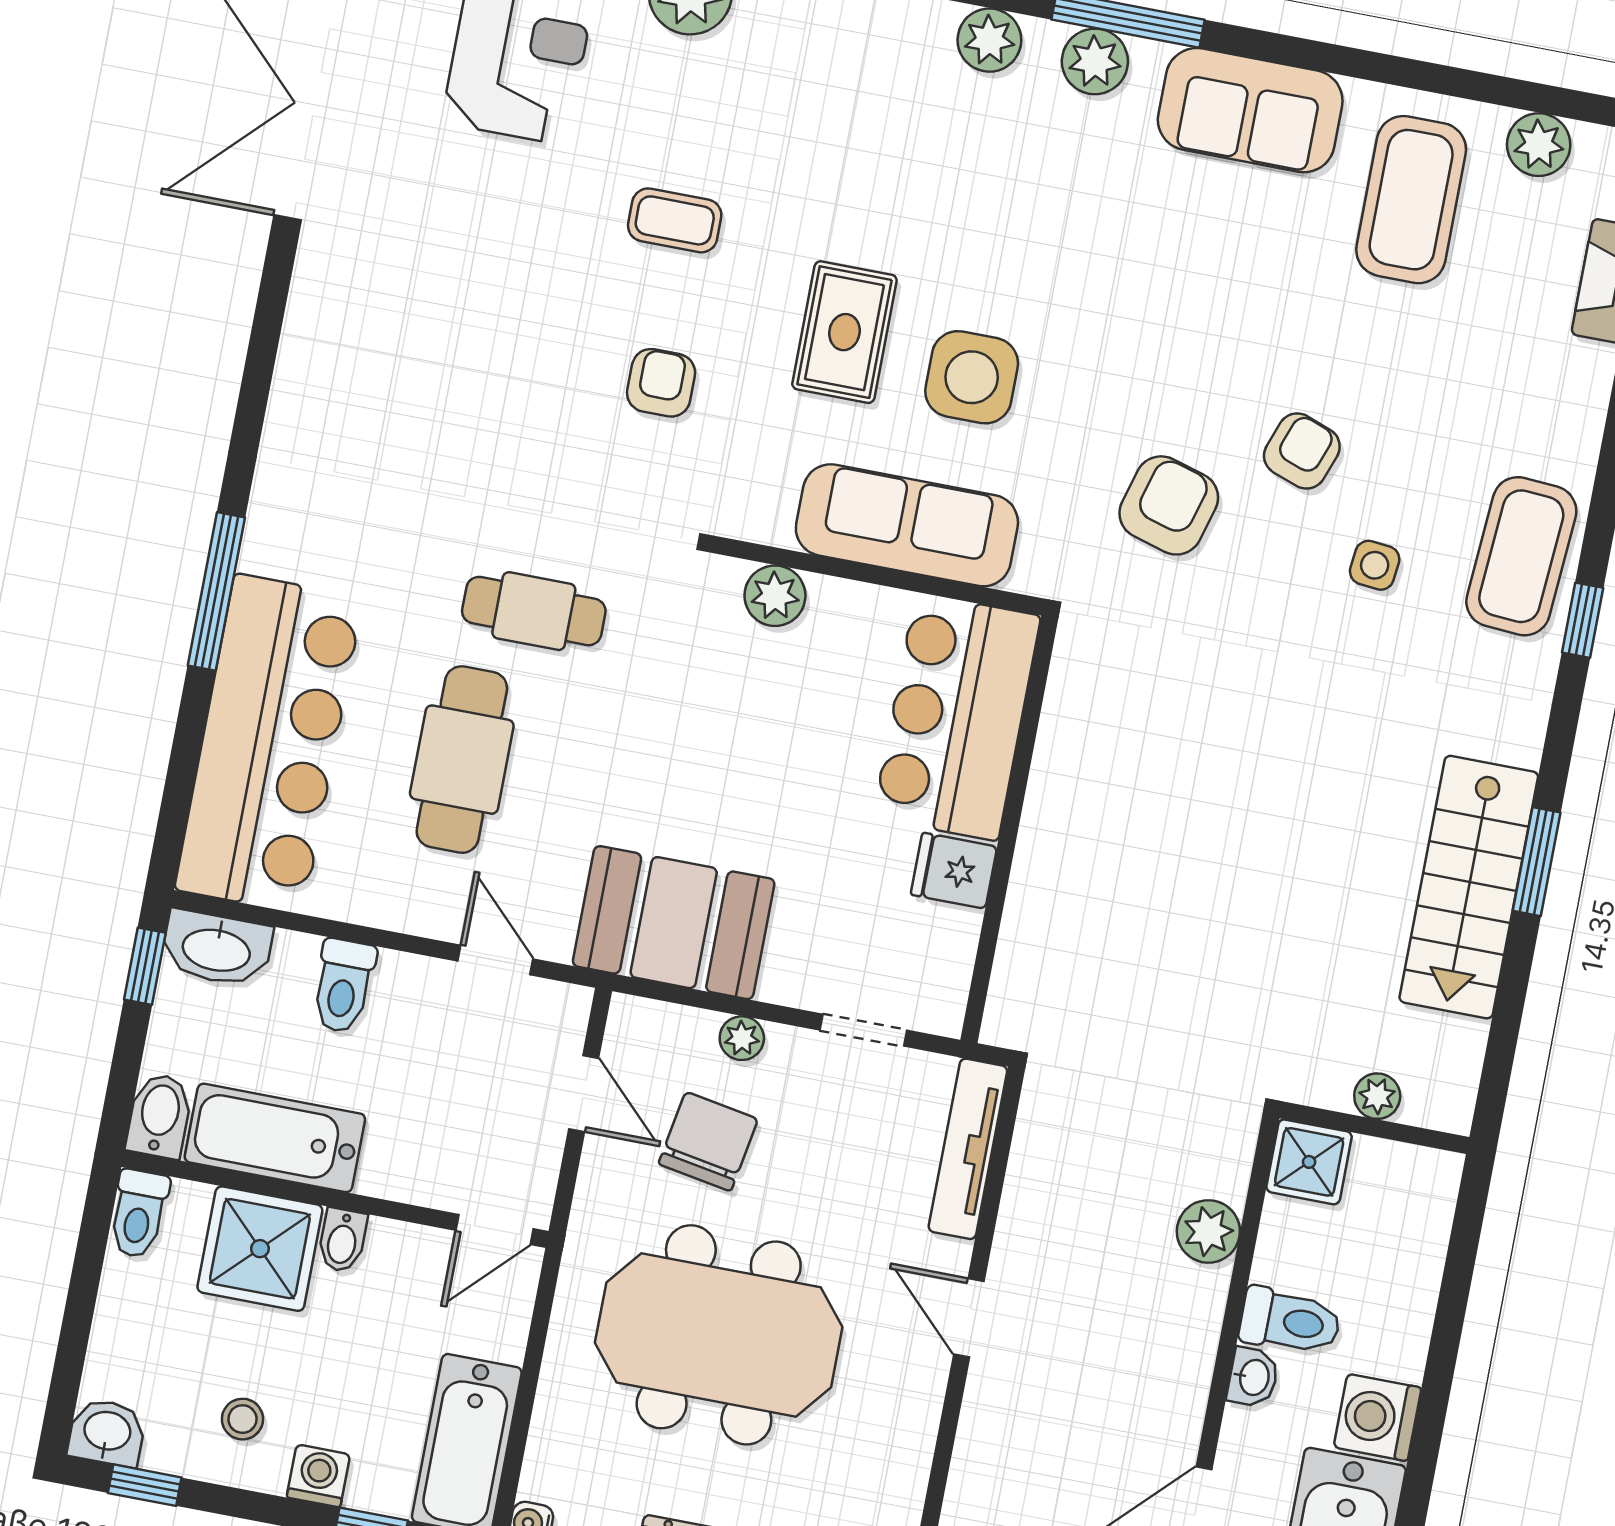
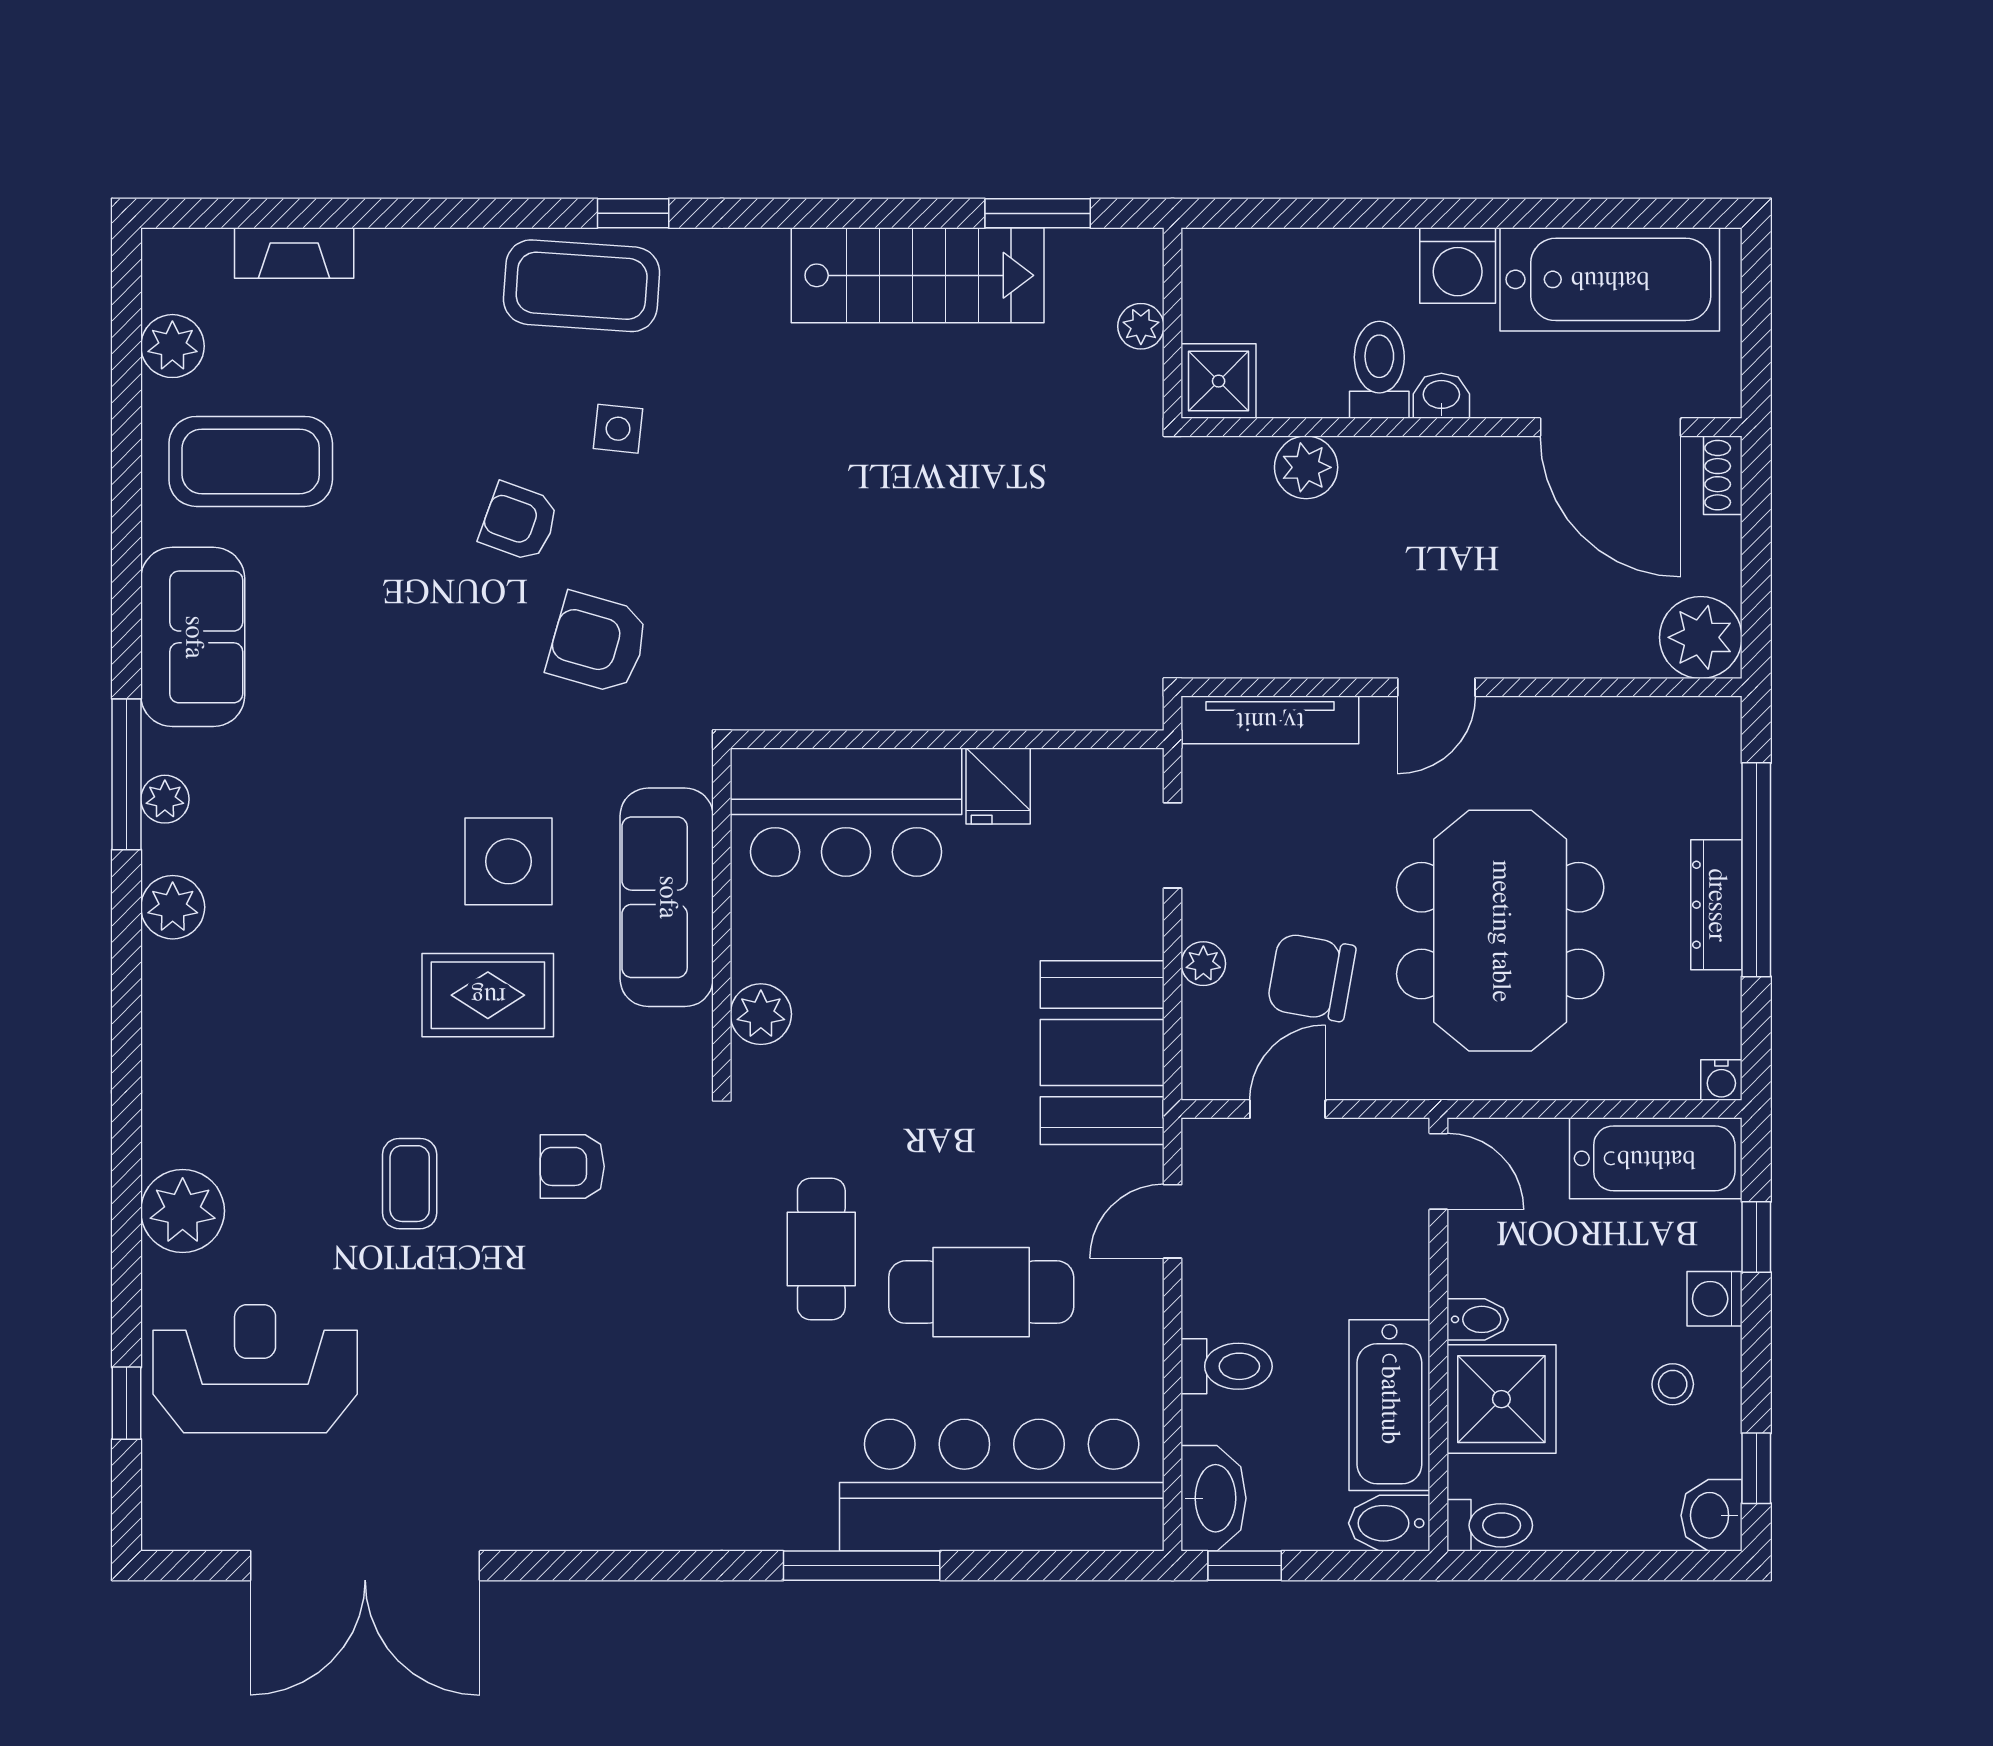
plant: (1095, 61) -> (165, 799), width x0.73, depth x0.73
window: (1537, 862) -> (1038, 213), moved

